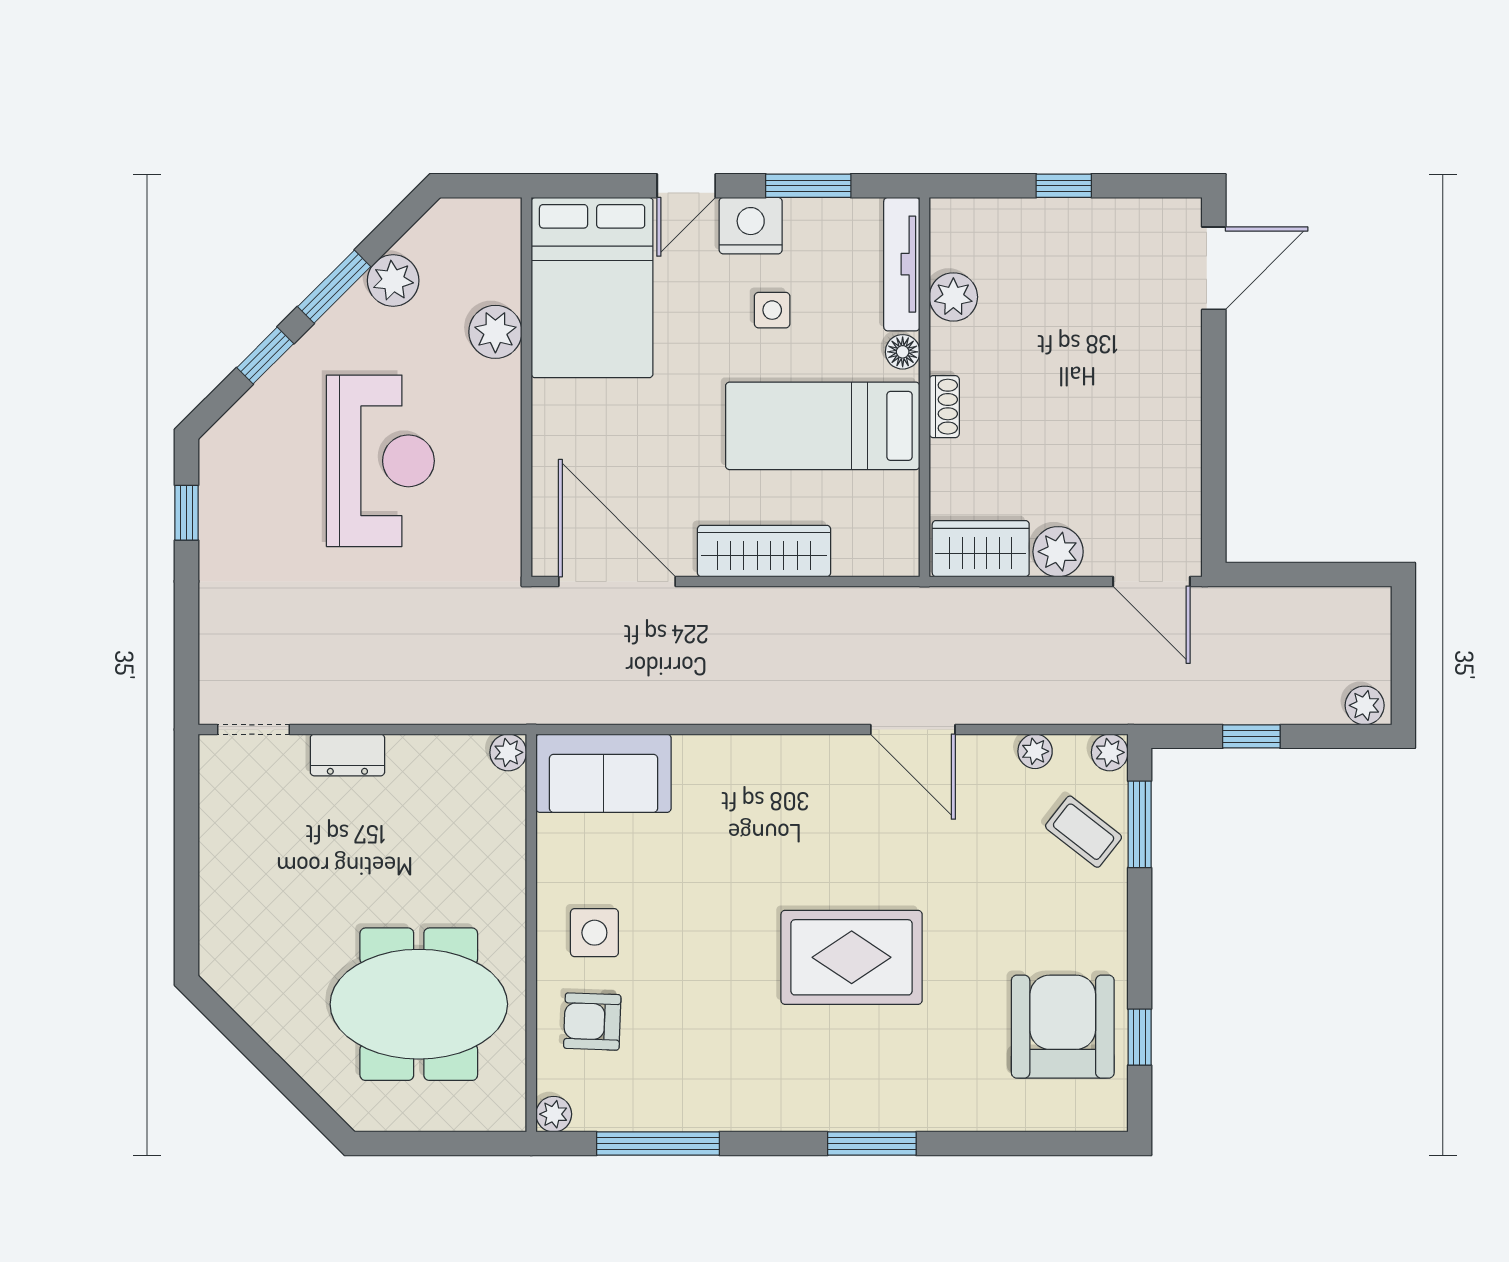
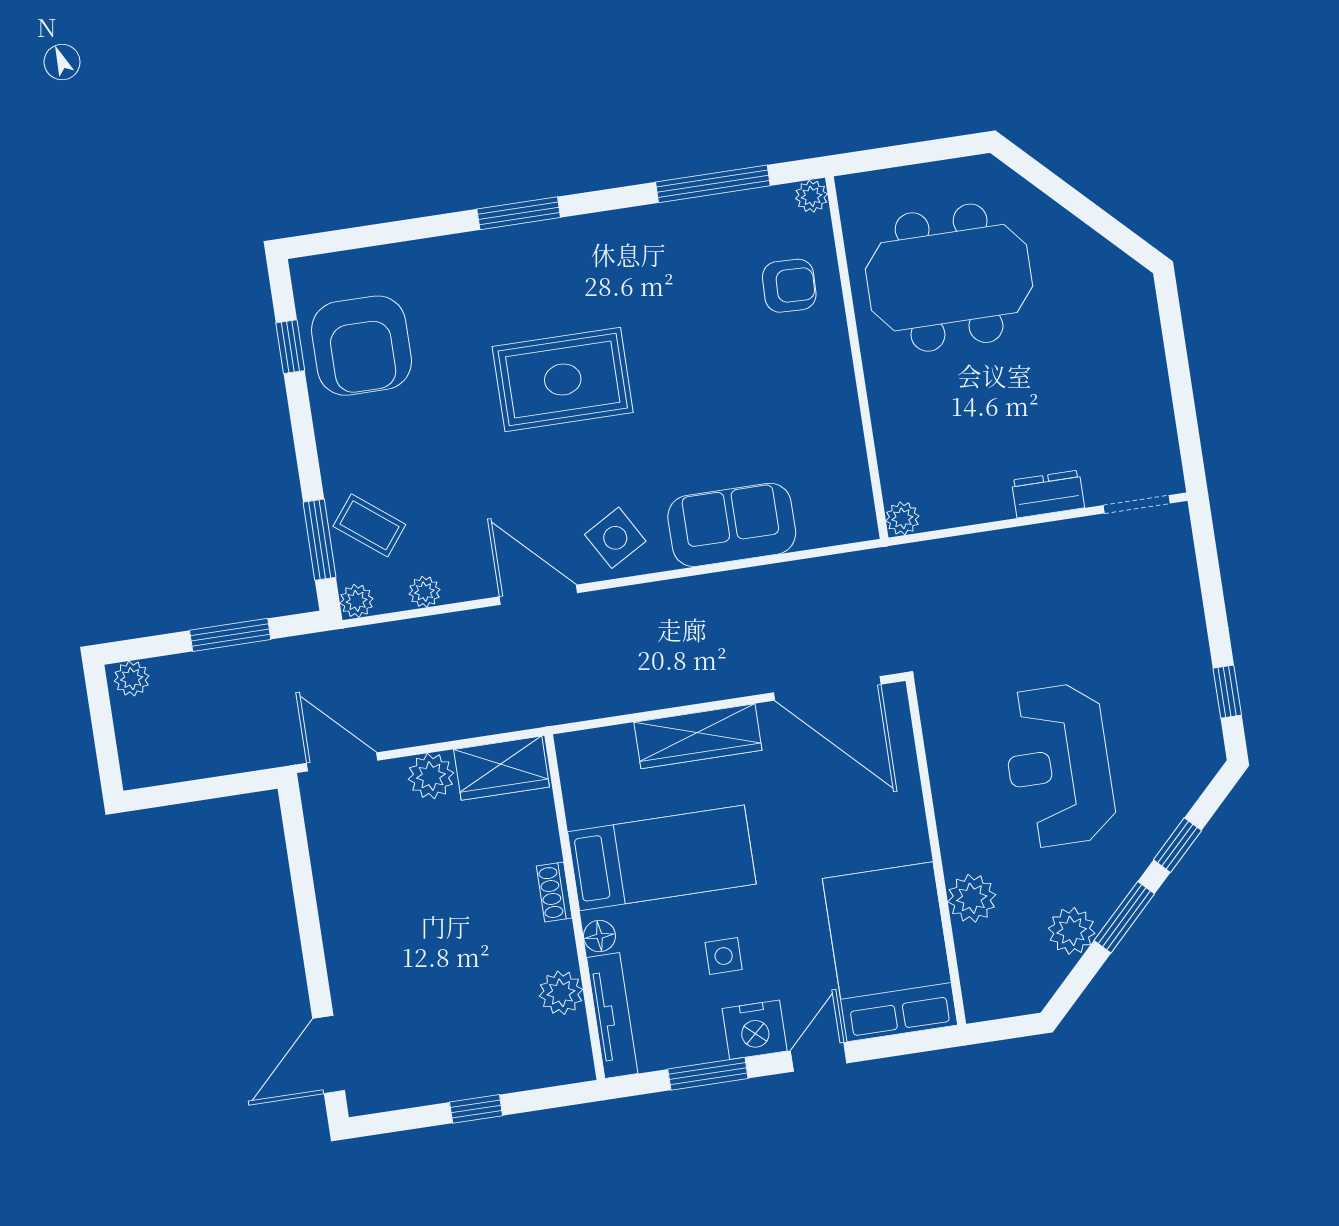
window: (1251, 736) -> (230, 635), width x1.50
sofa: (603, 773) -> (732, 525), moved
side table: (594, 933) -> (615, 538), moved, turned -30

